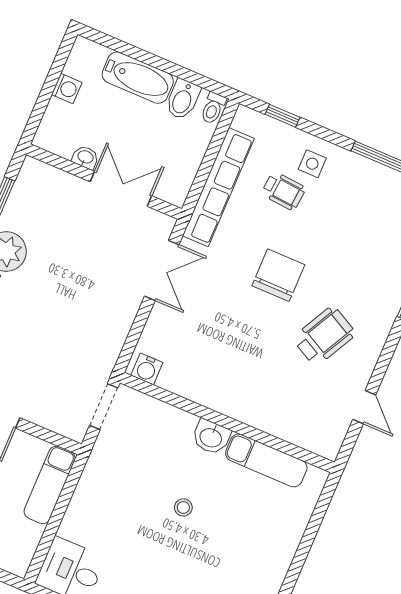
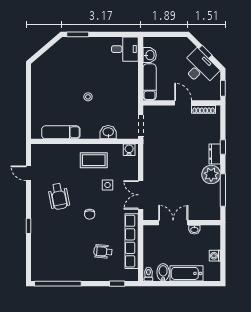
side table: (312, 164) -> (108, 185), moved
double door: (121, 189) -> (173, 223), swing flipped
chair: (278, 275) -> (90, 214), width x0.54, depth x0.54
wheelchair: (324, 336) -> (59, 196), turned -39
coffee table: (225, 378) -> (94, 160), added
washbasin: (211, 437) -> (108, 132), moved
washbasin: (27, 538) -> (150, 55), added

